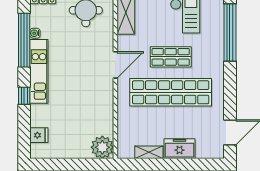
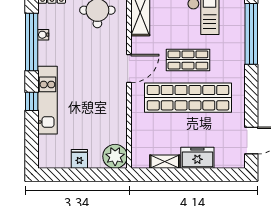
kitchen unit: (39, 71) -> (47, 100), moved
fridge: (39, 135) -> (79, 159), moved, turned -90

